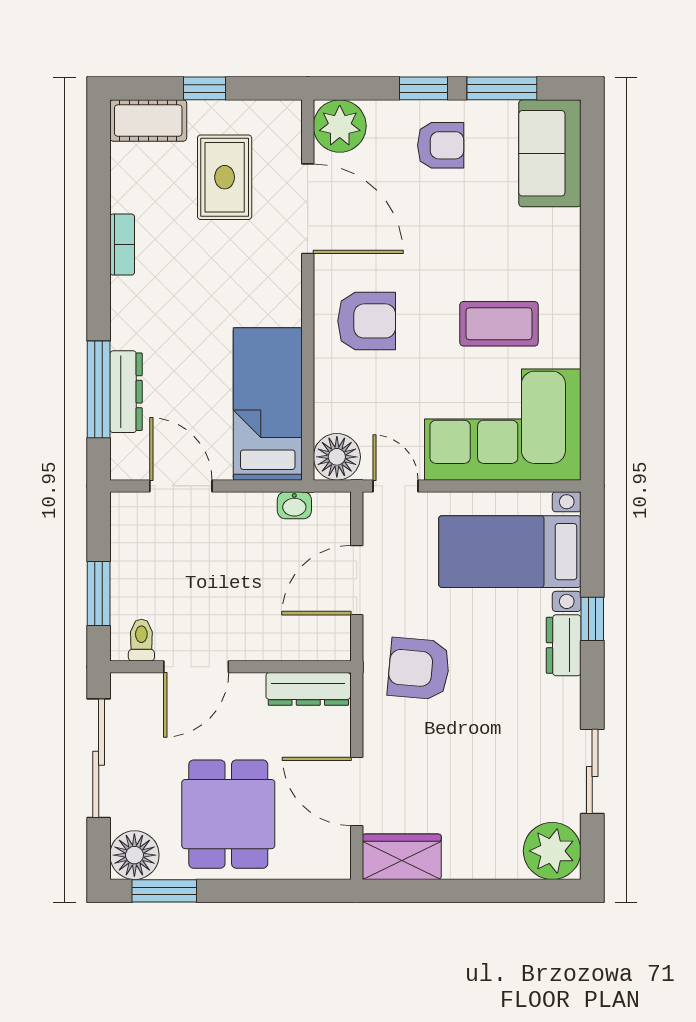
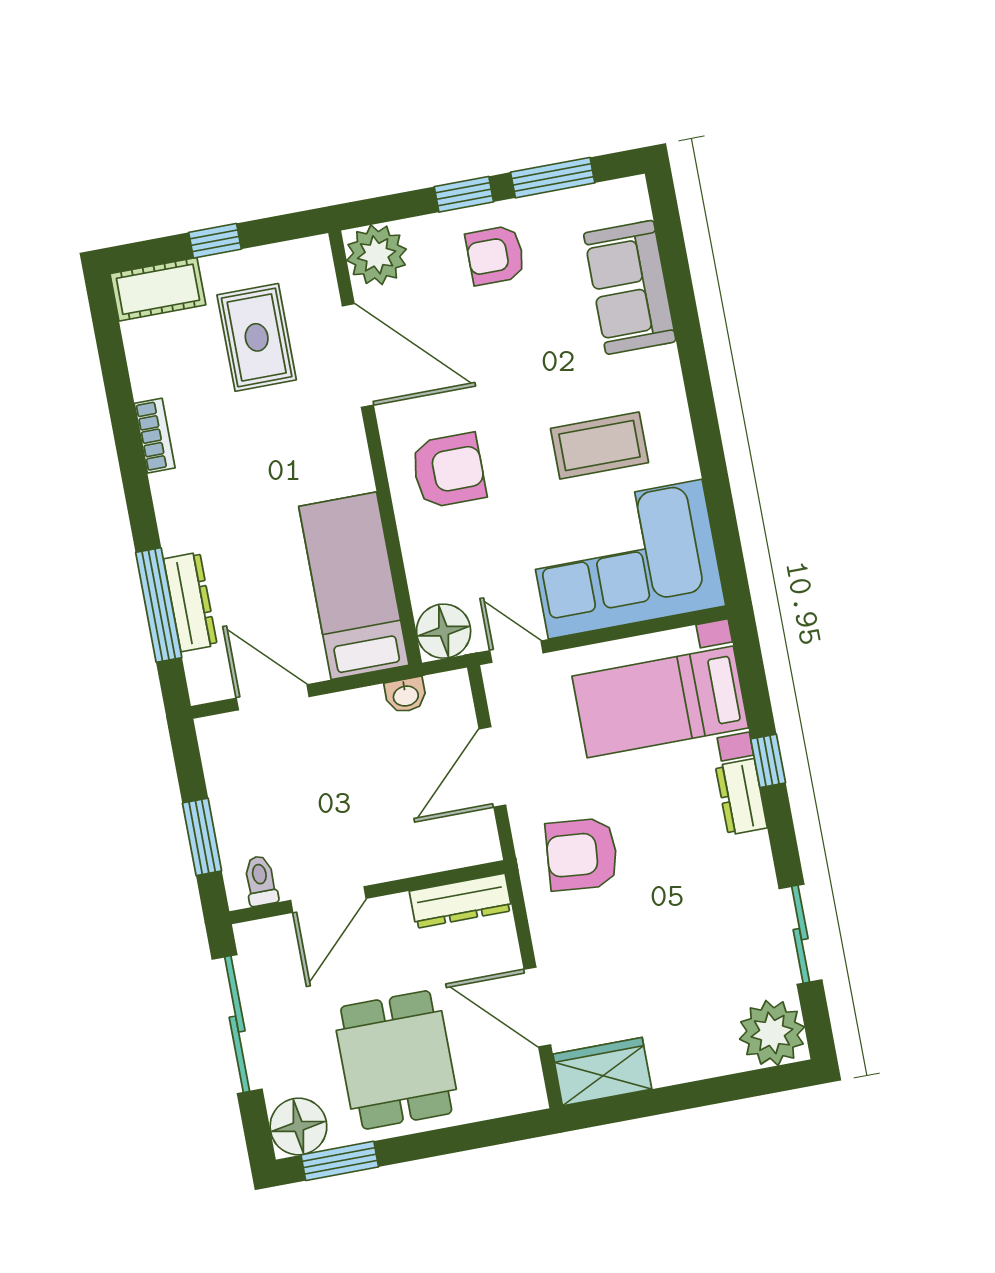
armchair: (441, 145) -> (495, 255), turned 180
sofa: (550, 153) -> (630, 287), moved

